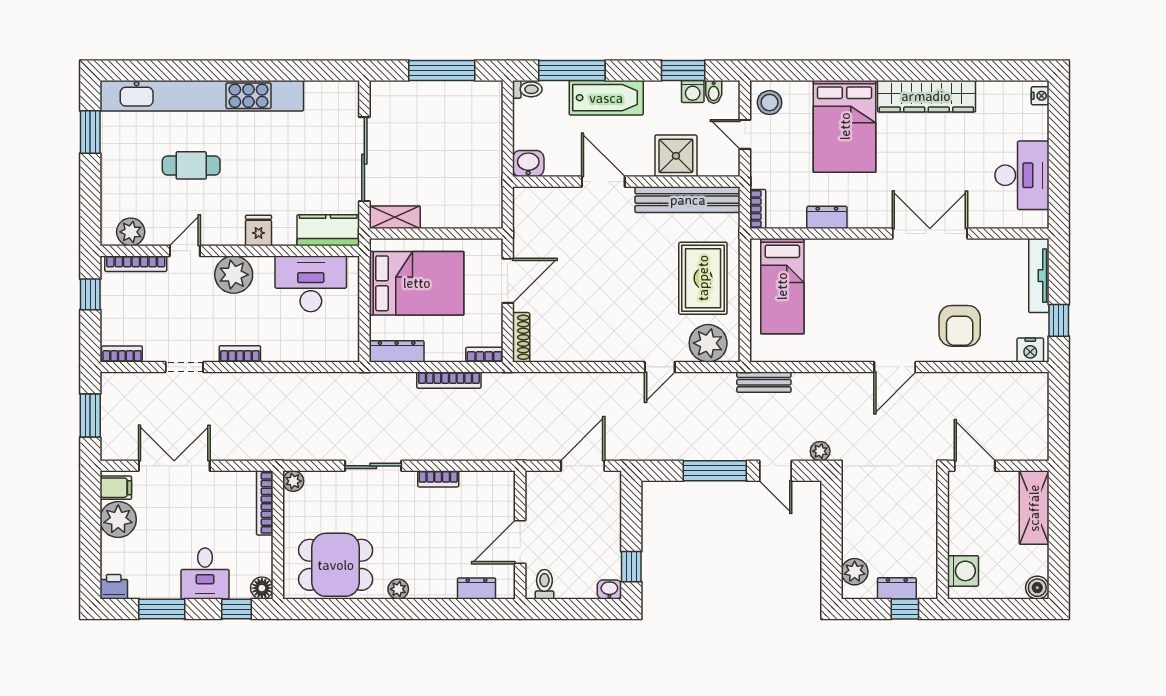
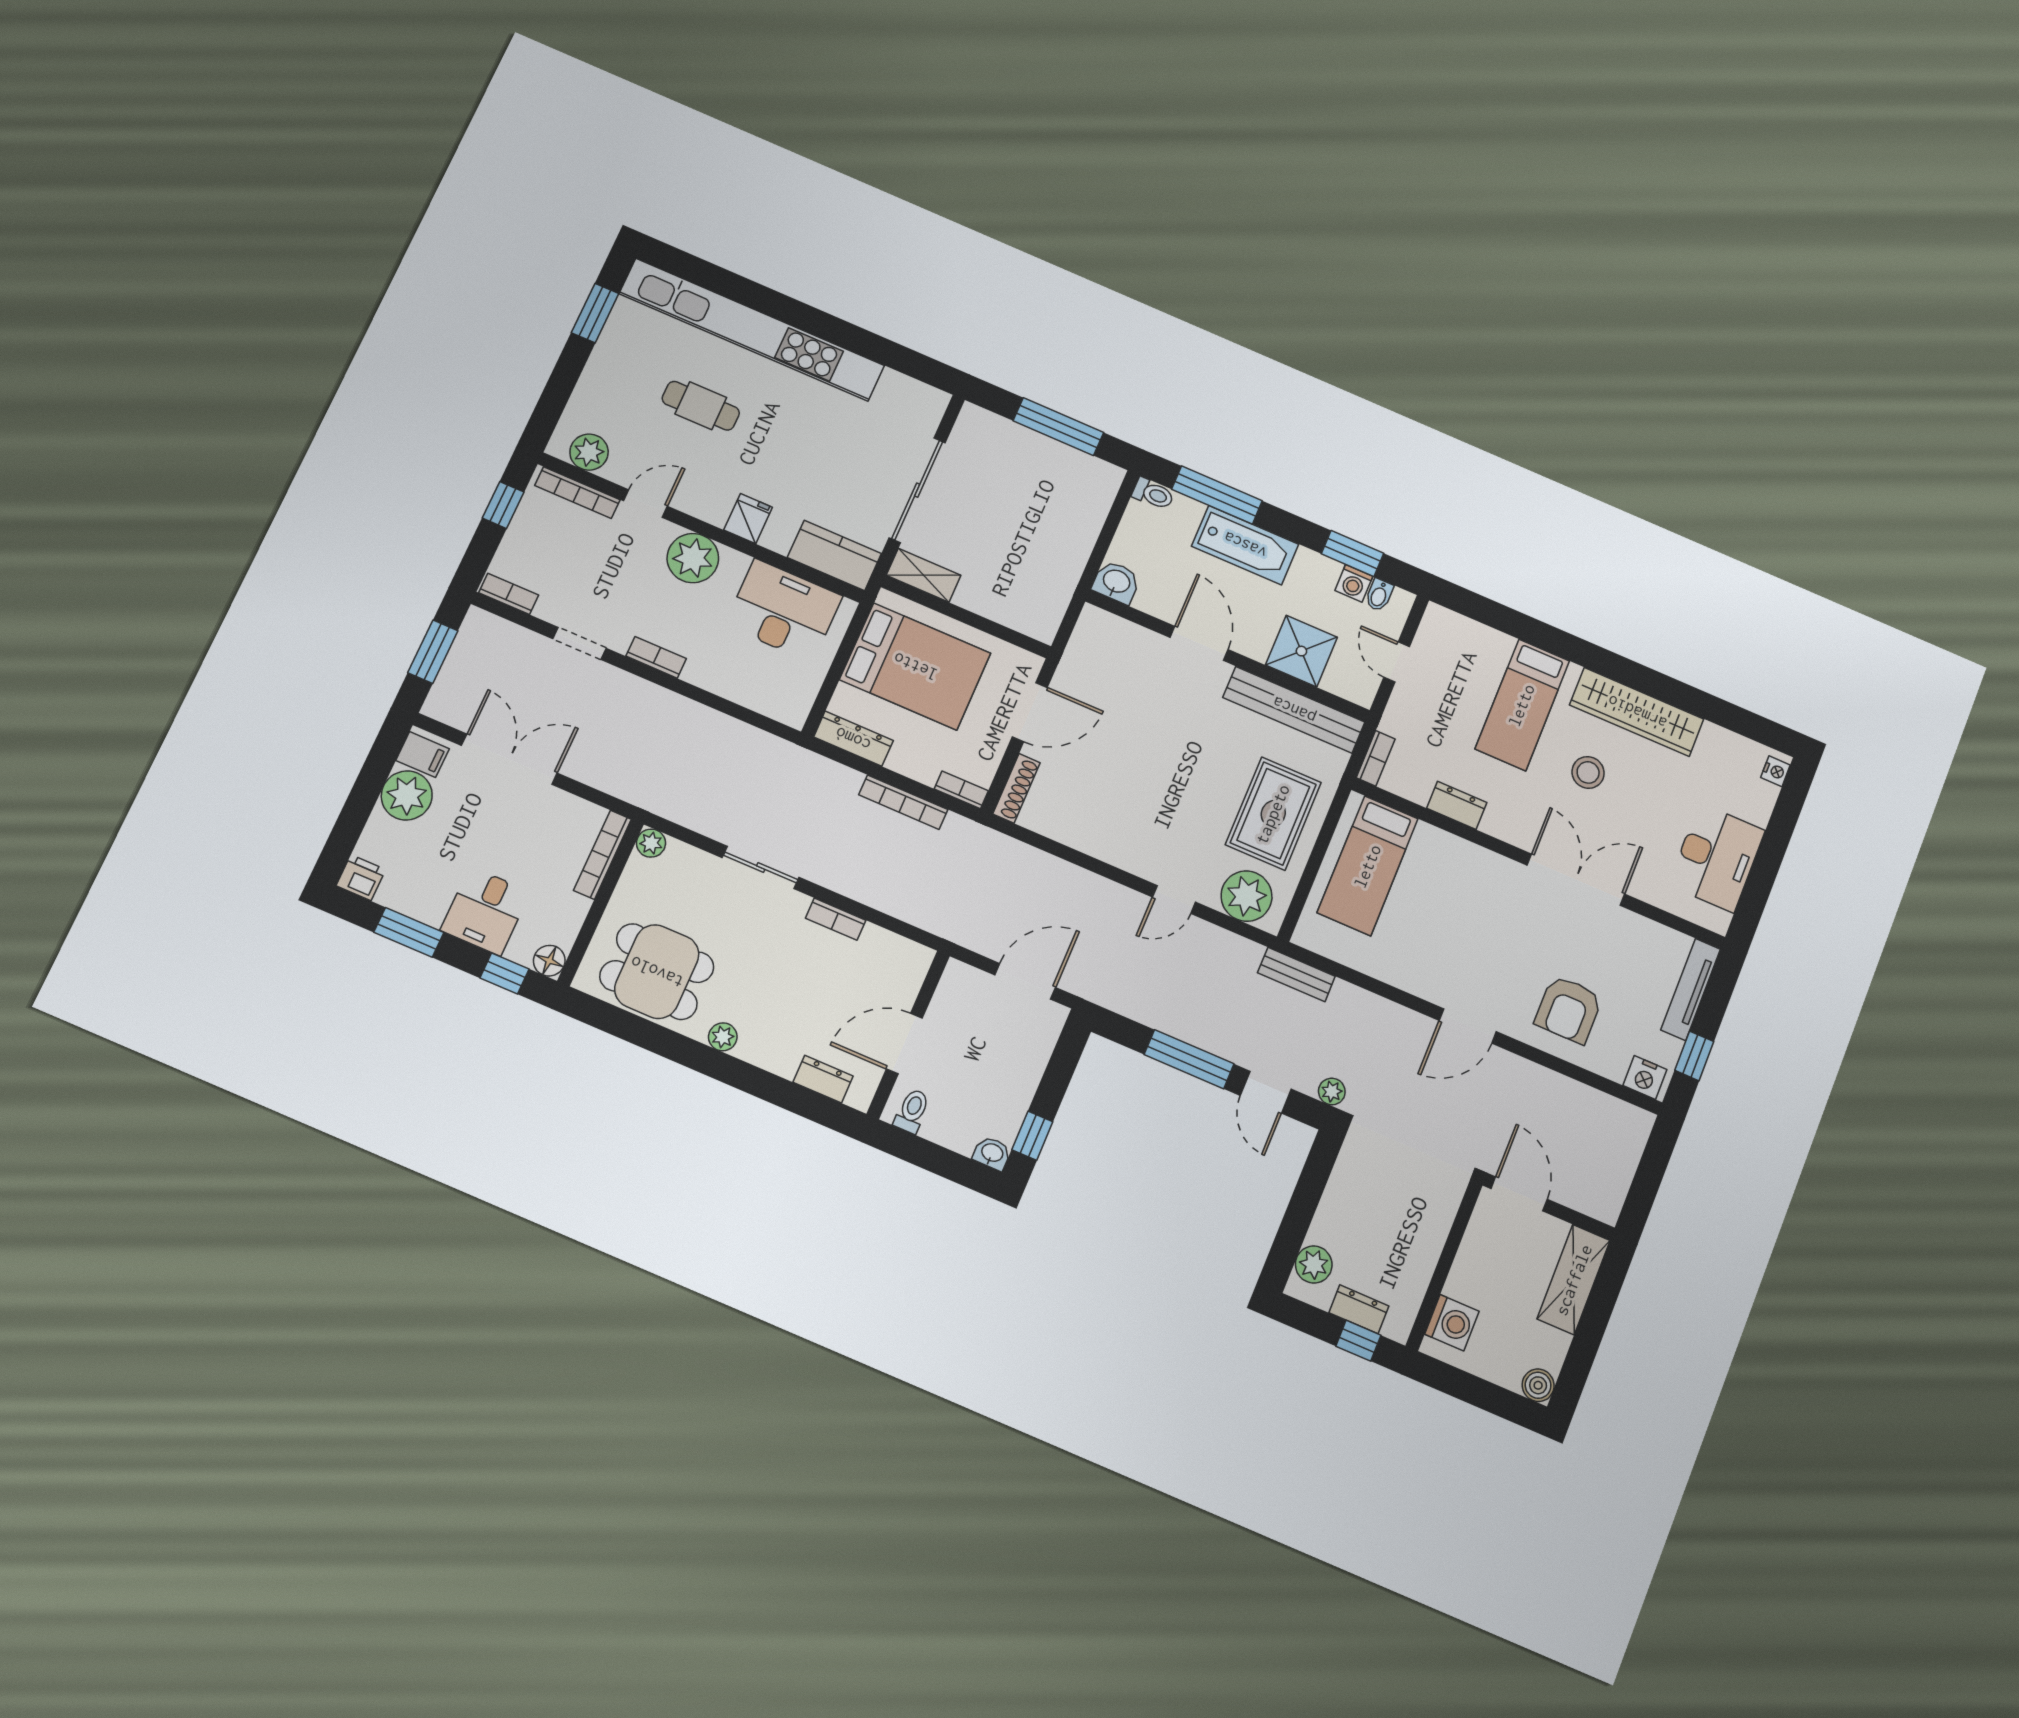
stool: (770, 103) -> (1588, 772), moved
bed: (845, 126) -> (1522, 705), width x0.67

